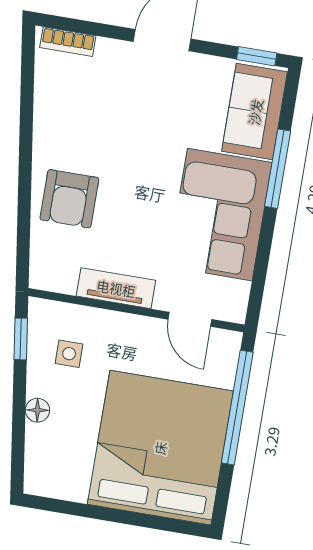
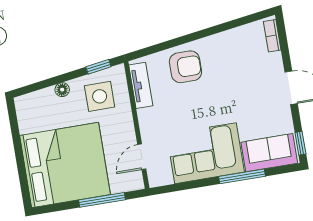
armchair: (69, 199) -> (185, 67), turned 180
tv unit: (116, 288) -> (141, 85), moved
side table: (69, 354) -> (100, 96), width x1.87, depth x1.87
window: (237, 408) -> (102, 200), width x0.68

